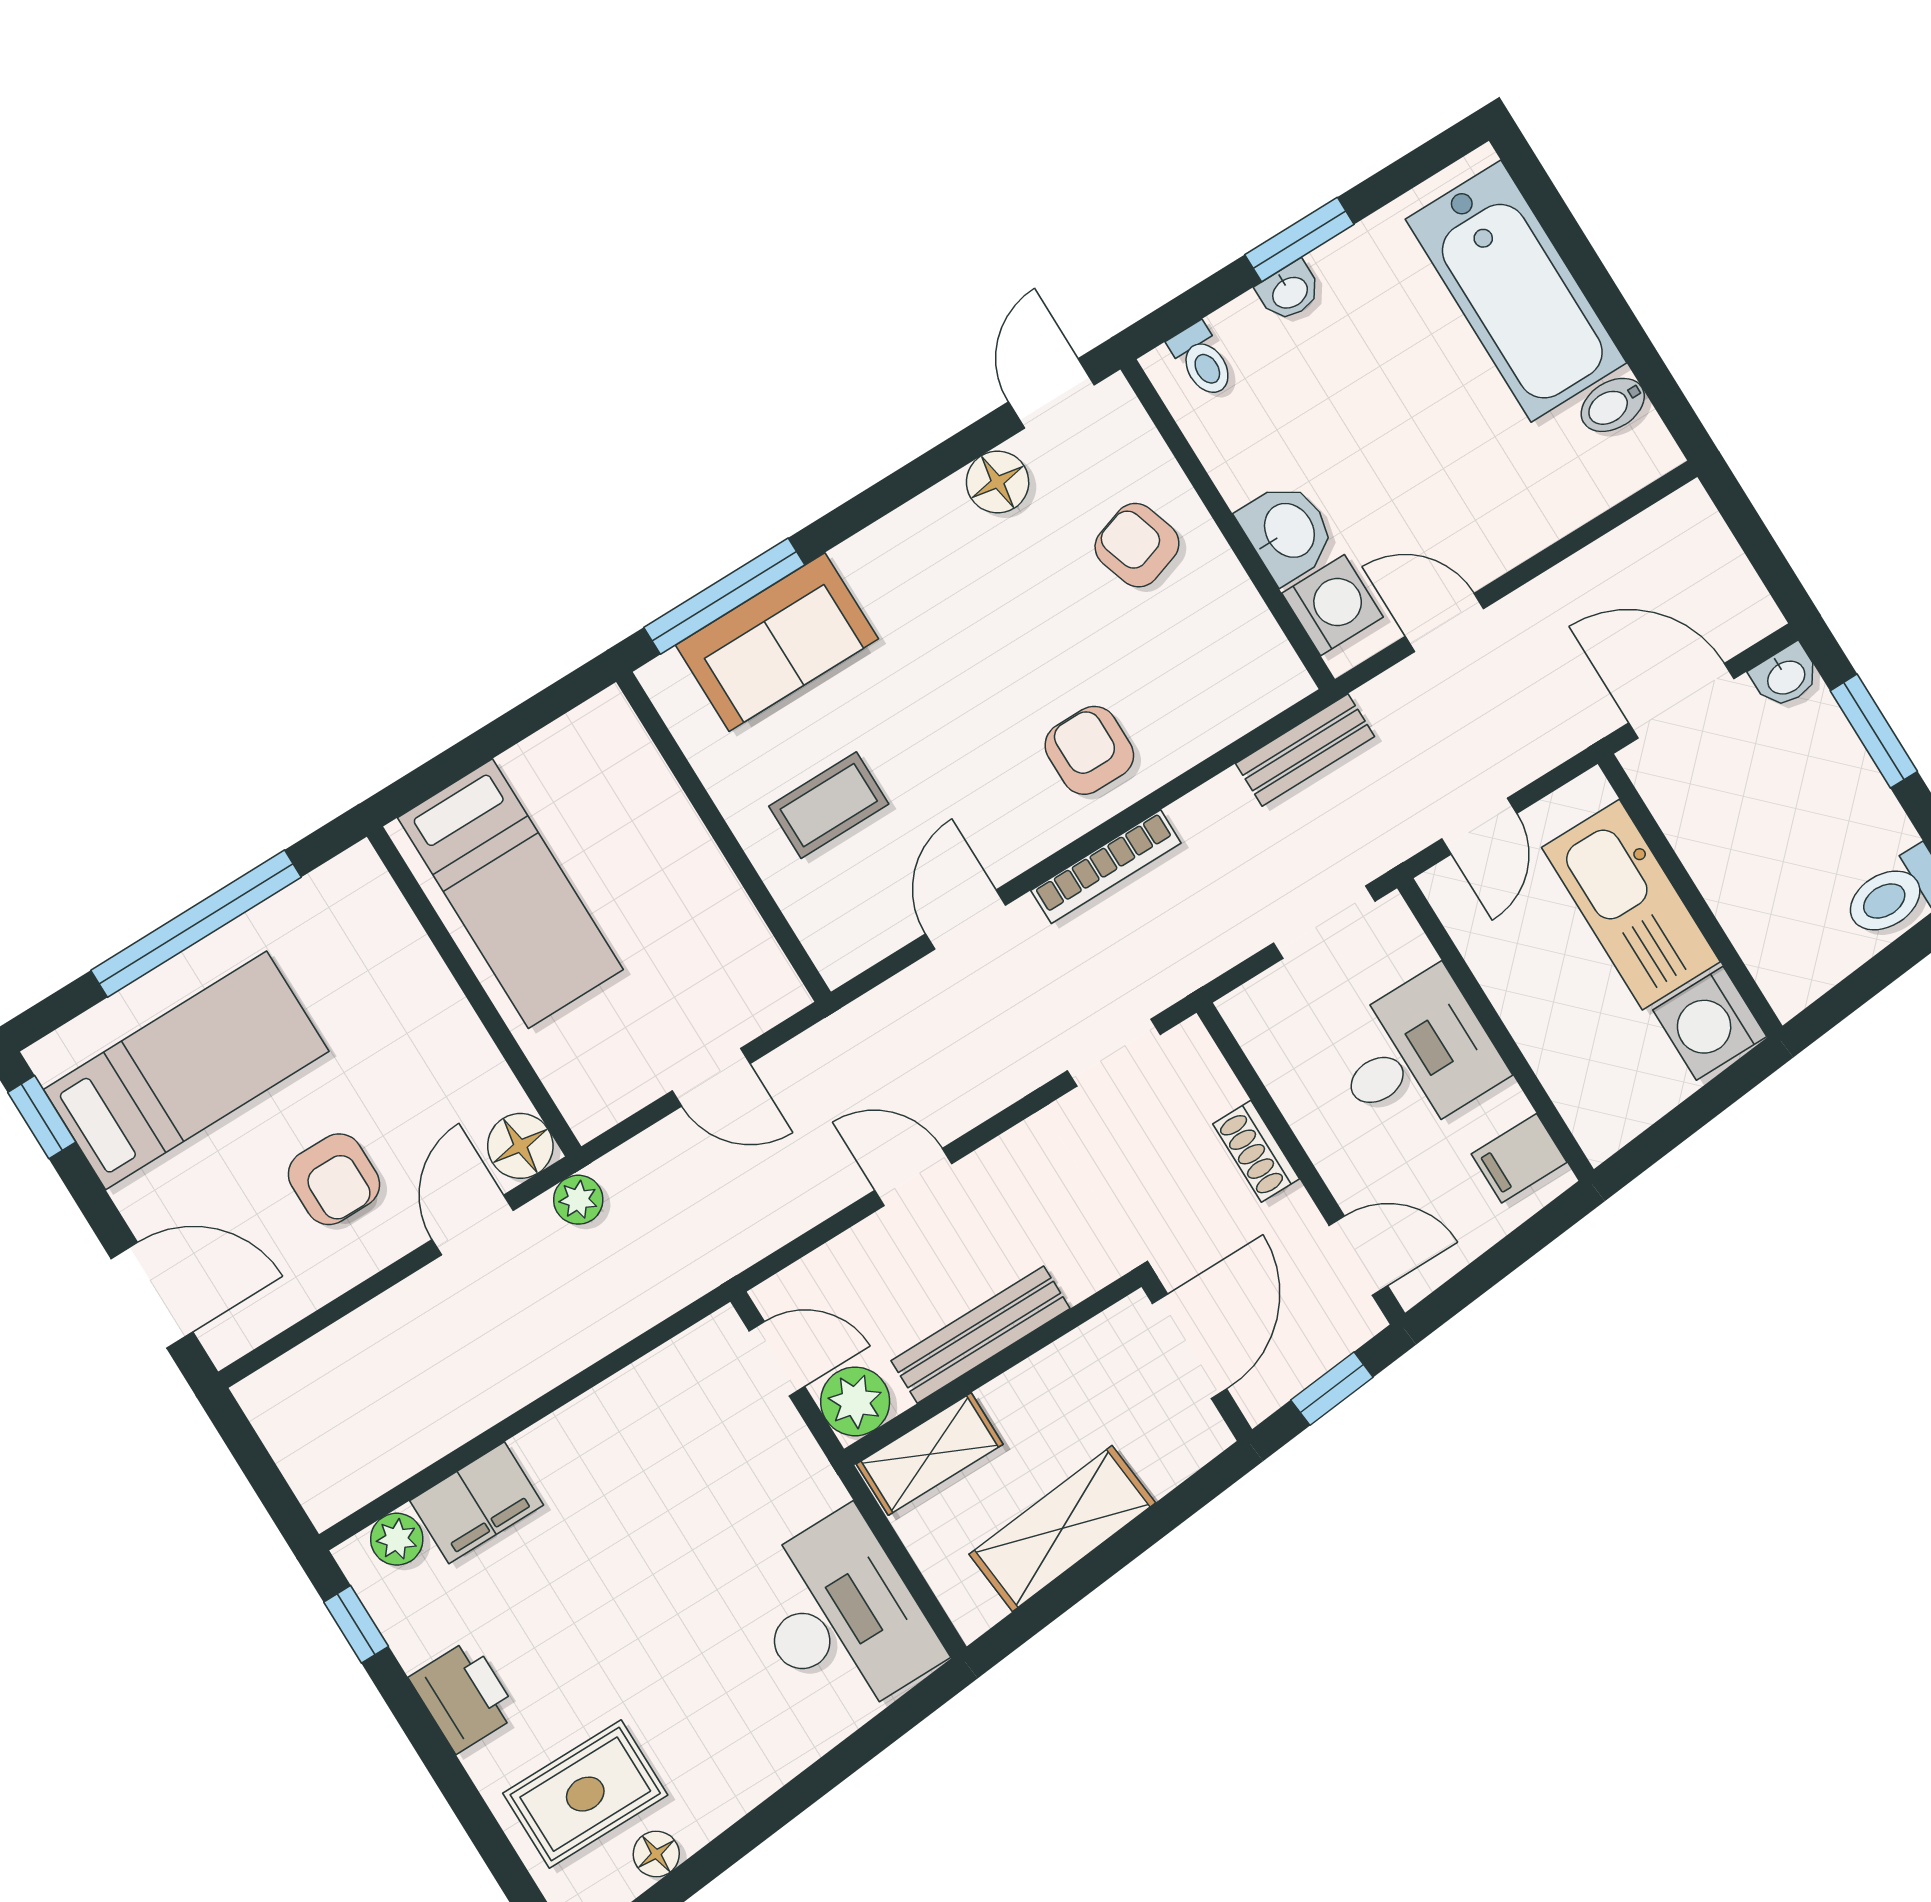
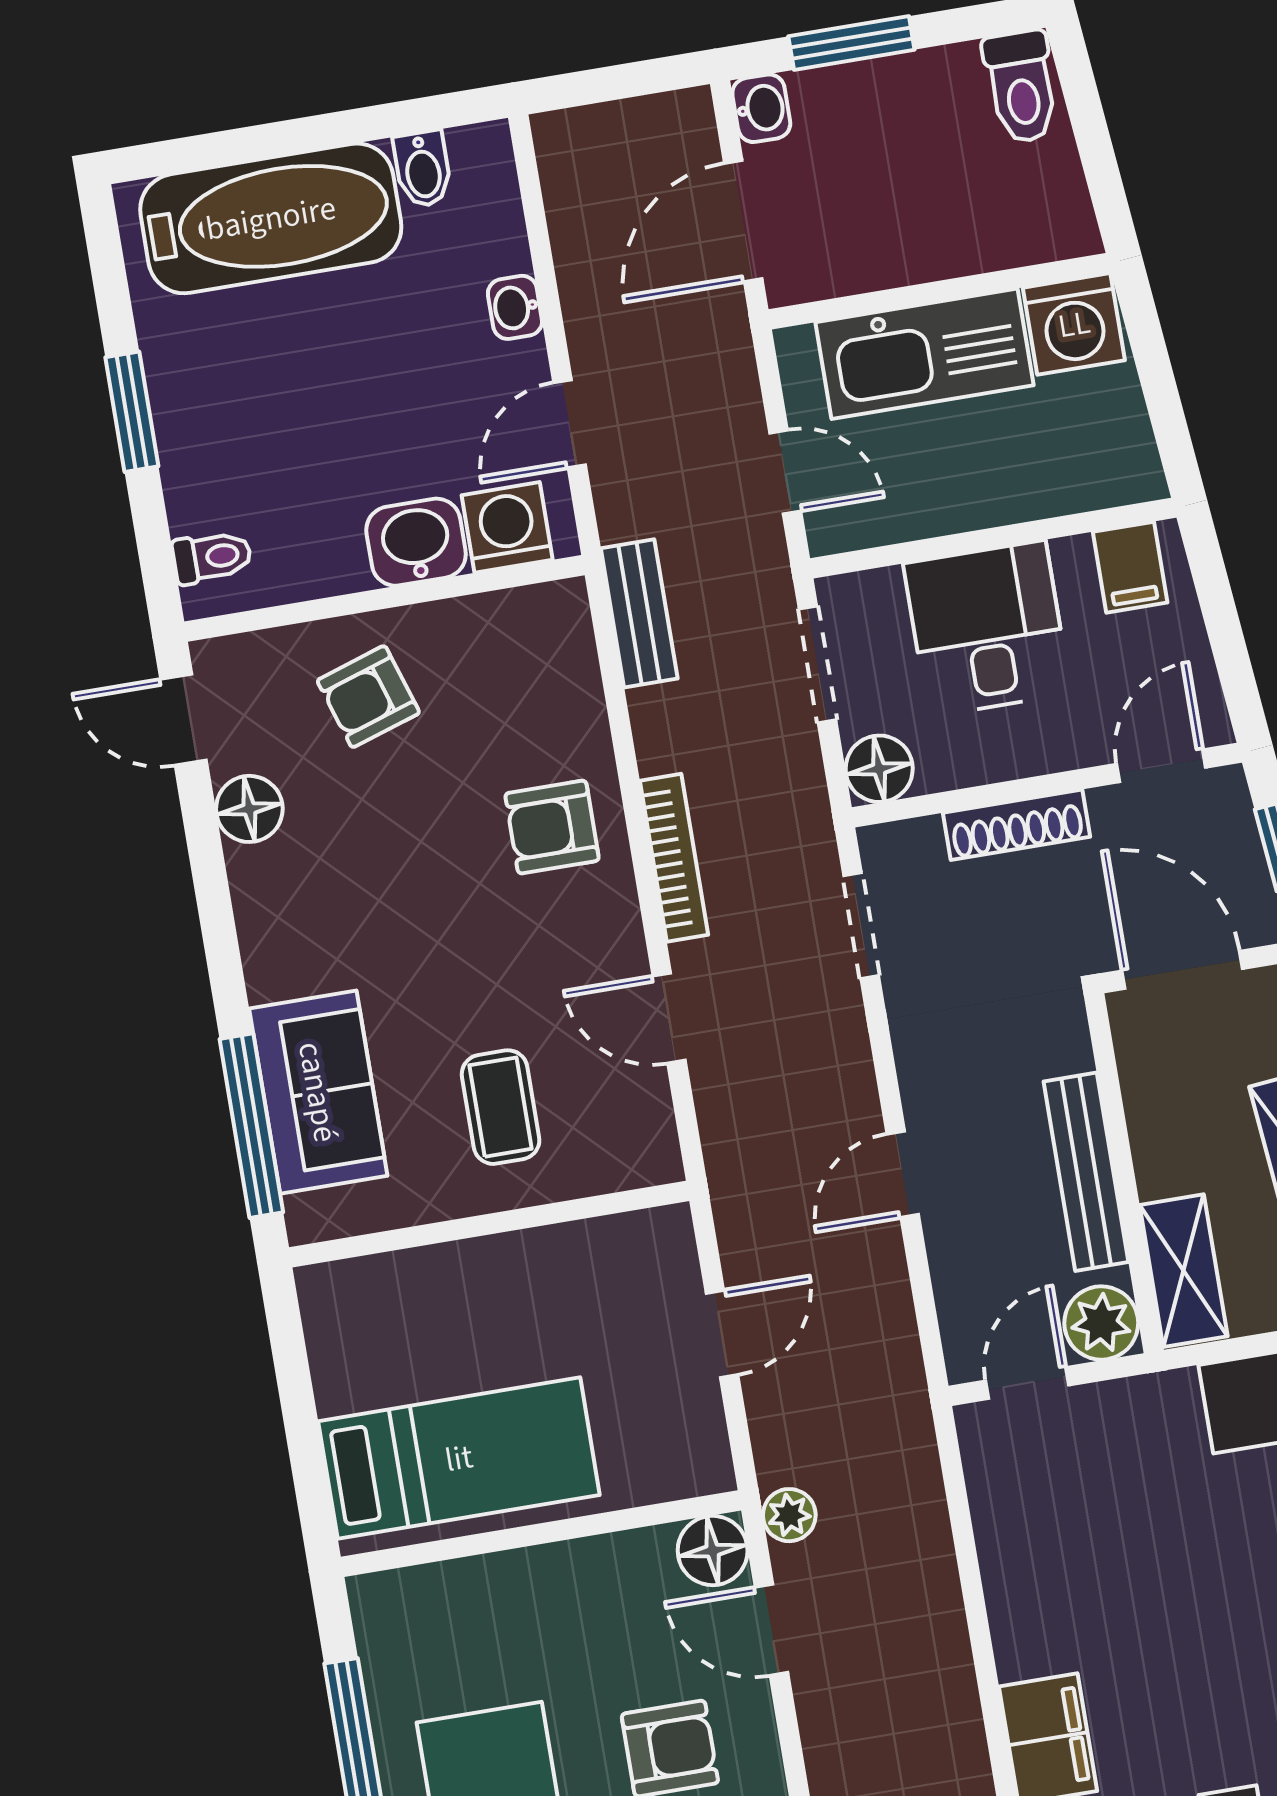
washbasin: (1289, 292) -> (515, 307), moved, turned 180
floor lamp: (1256, 1013) -> (879, 769), added
shoe rack: (1256, 1151) -> (1017, 825), width x1.43

